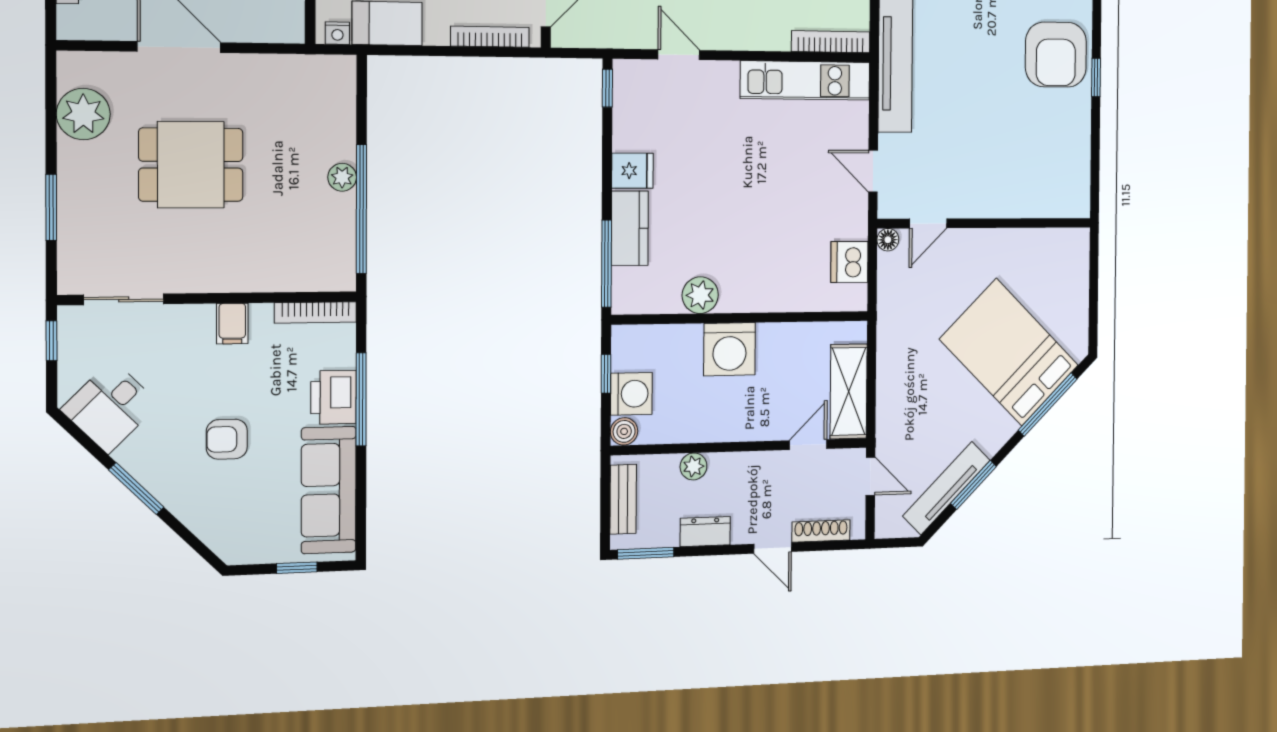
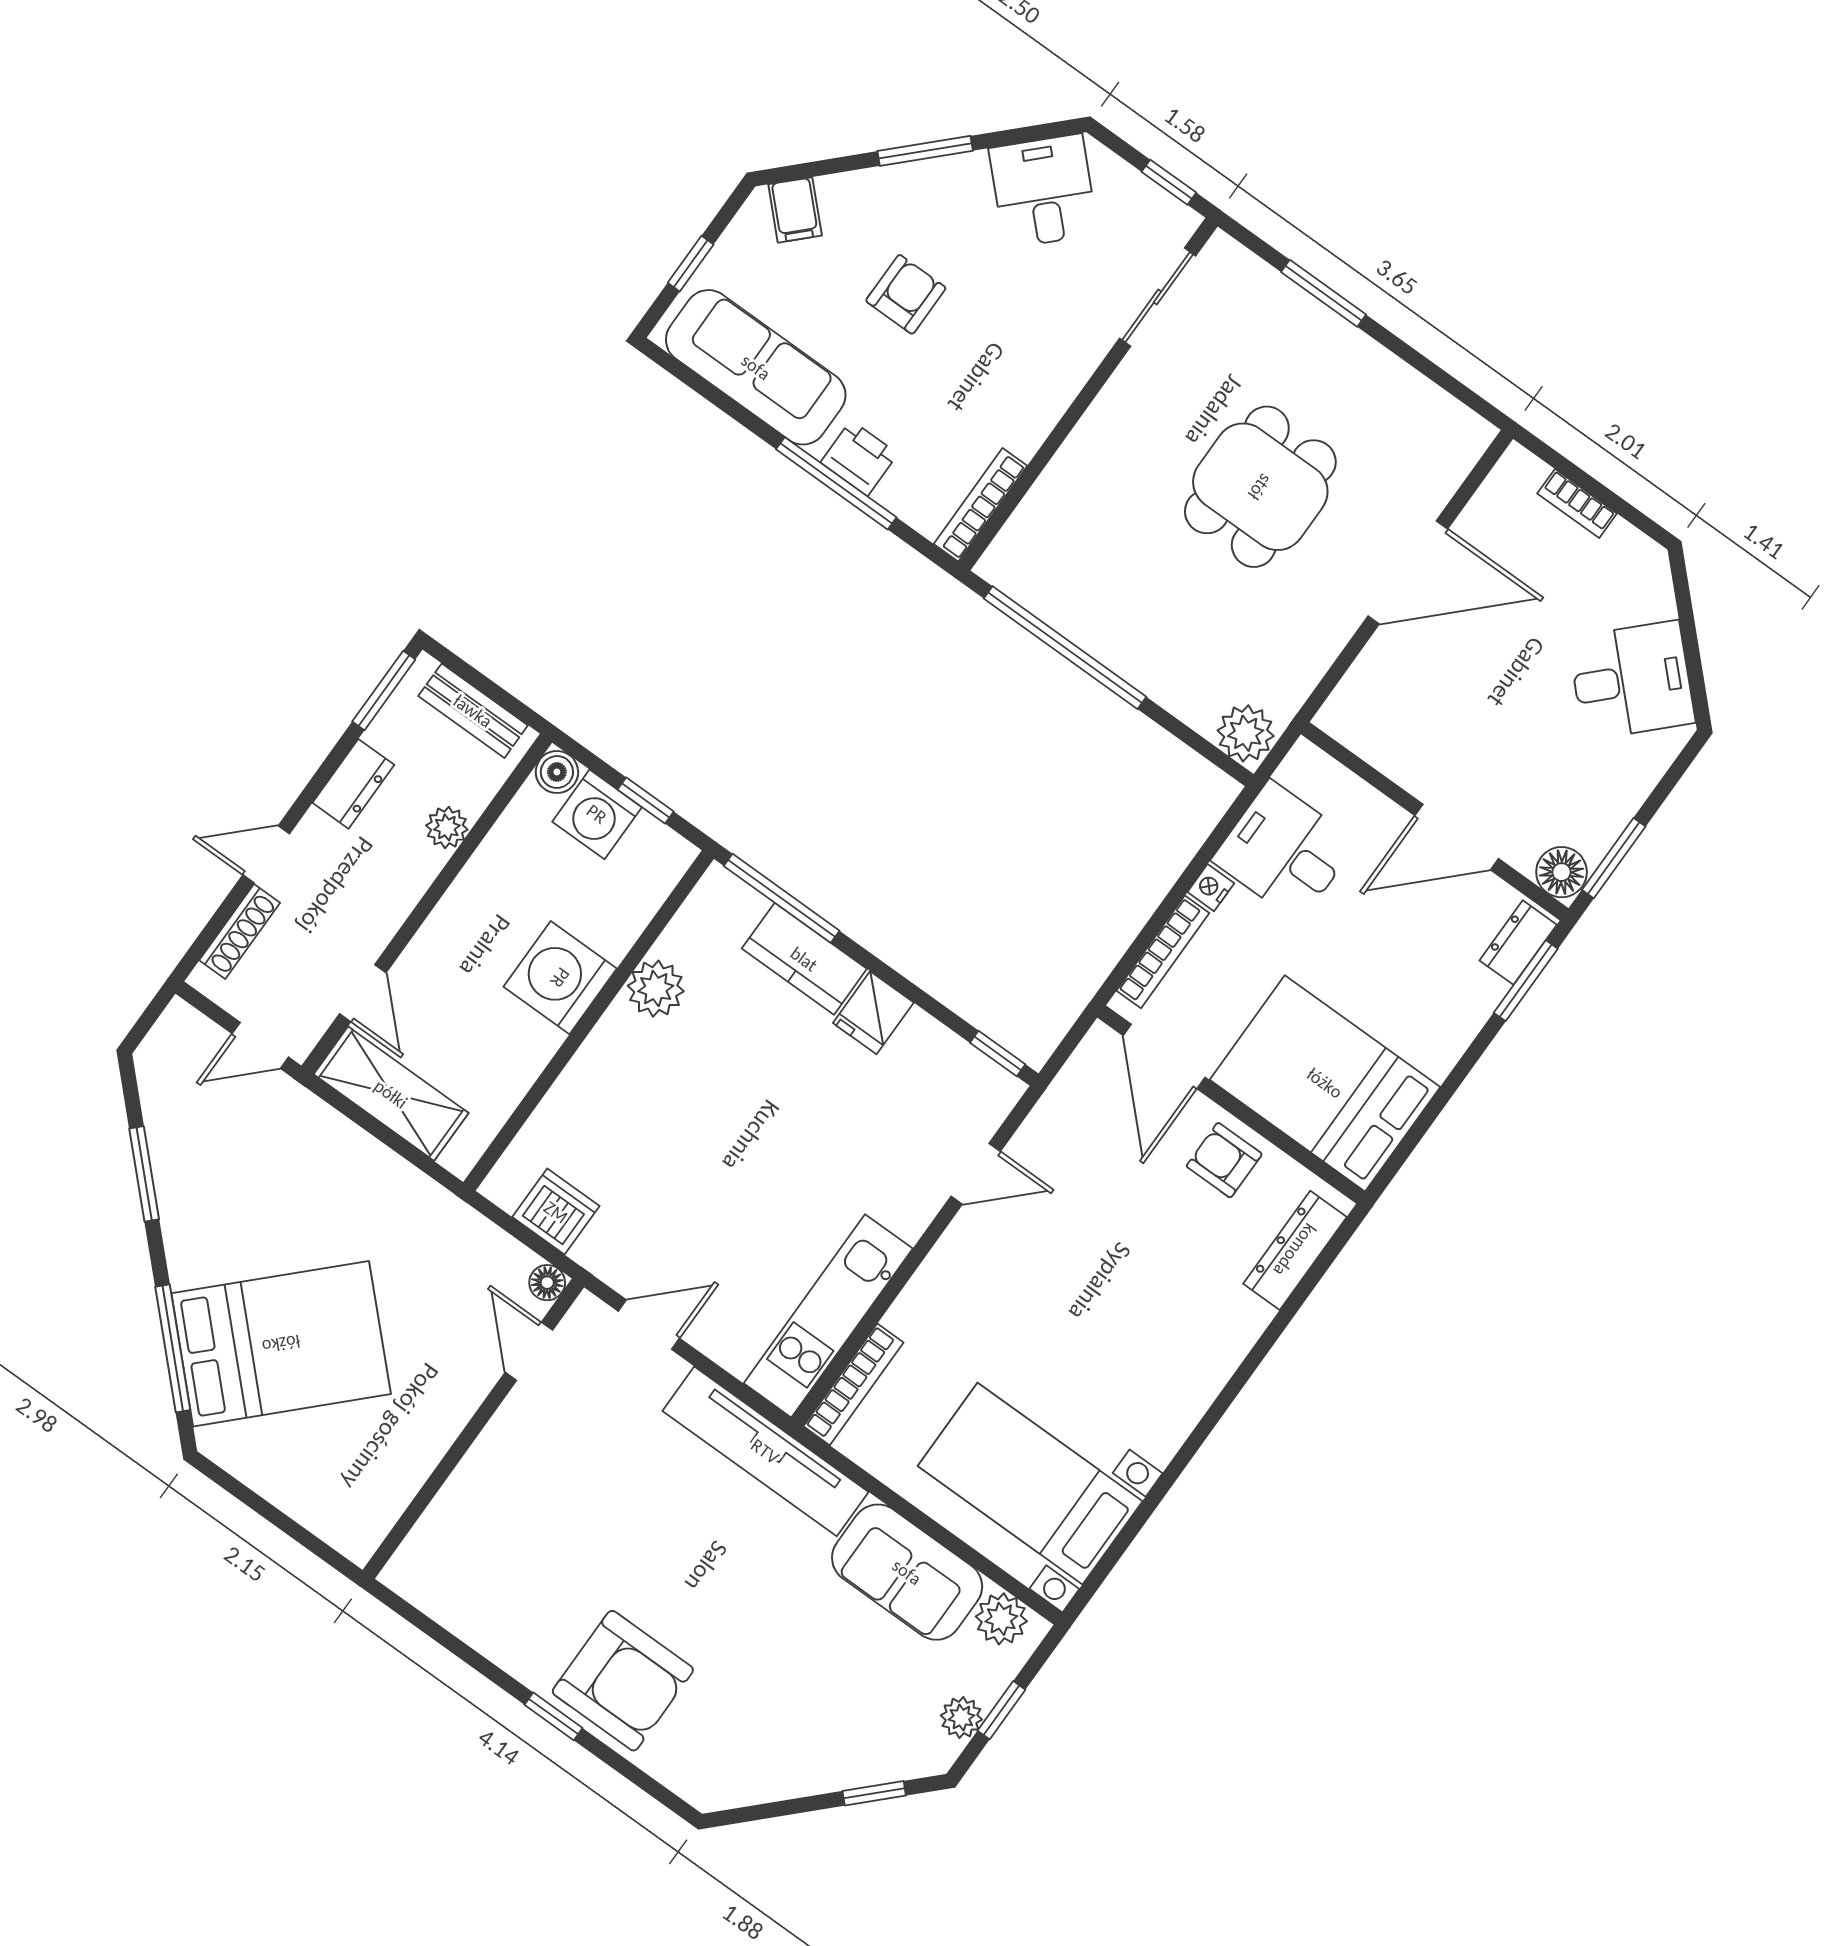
nightstand: (337, 33) -> (1211, 888), moved
armchair: (1056, 55) -> (623, 1681), turned 180
plant: (83, 114) -> (1406, 407), removed
plant: (342, 177) -> (1246, 733), moved, width x1.38, depth x1.38
filing cabinet: (232, 324) -> (795, 210), moved, turned -135
printer: (334, 397) -> (859, 458), width x0.73, depth x0.81
tv unit: (946, 488) -> (168, 1135), removed

